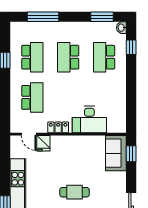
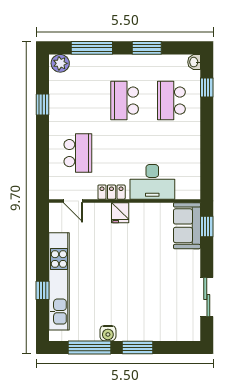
window: (102, 17) -> (147, 48), moved
plant: (19, 29) -> (60, 63), added
school desk: (32, 57) -> (78, 101), removed
fridge: (43, 143) -> (120, 213), moved
cafe table: (75, 192) -> (133, 277), removed

